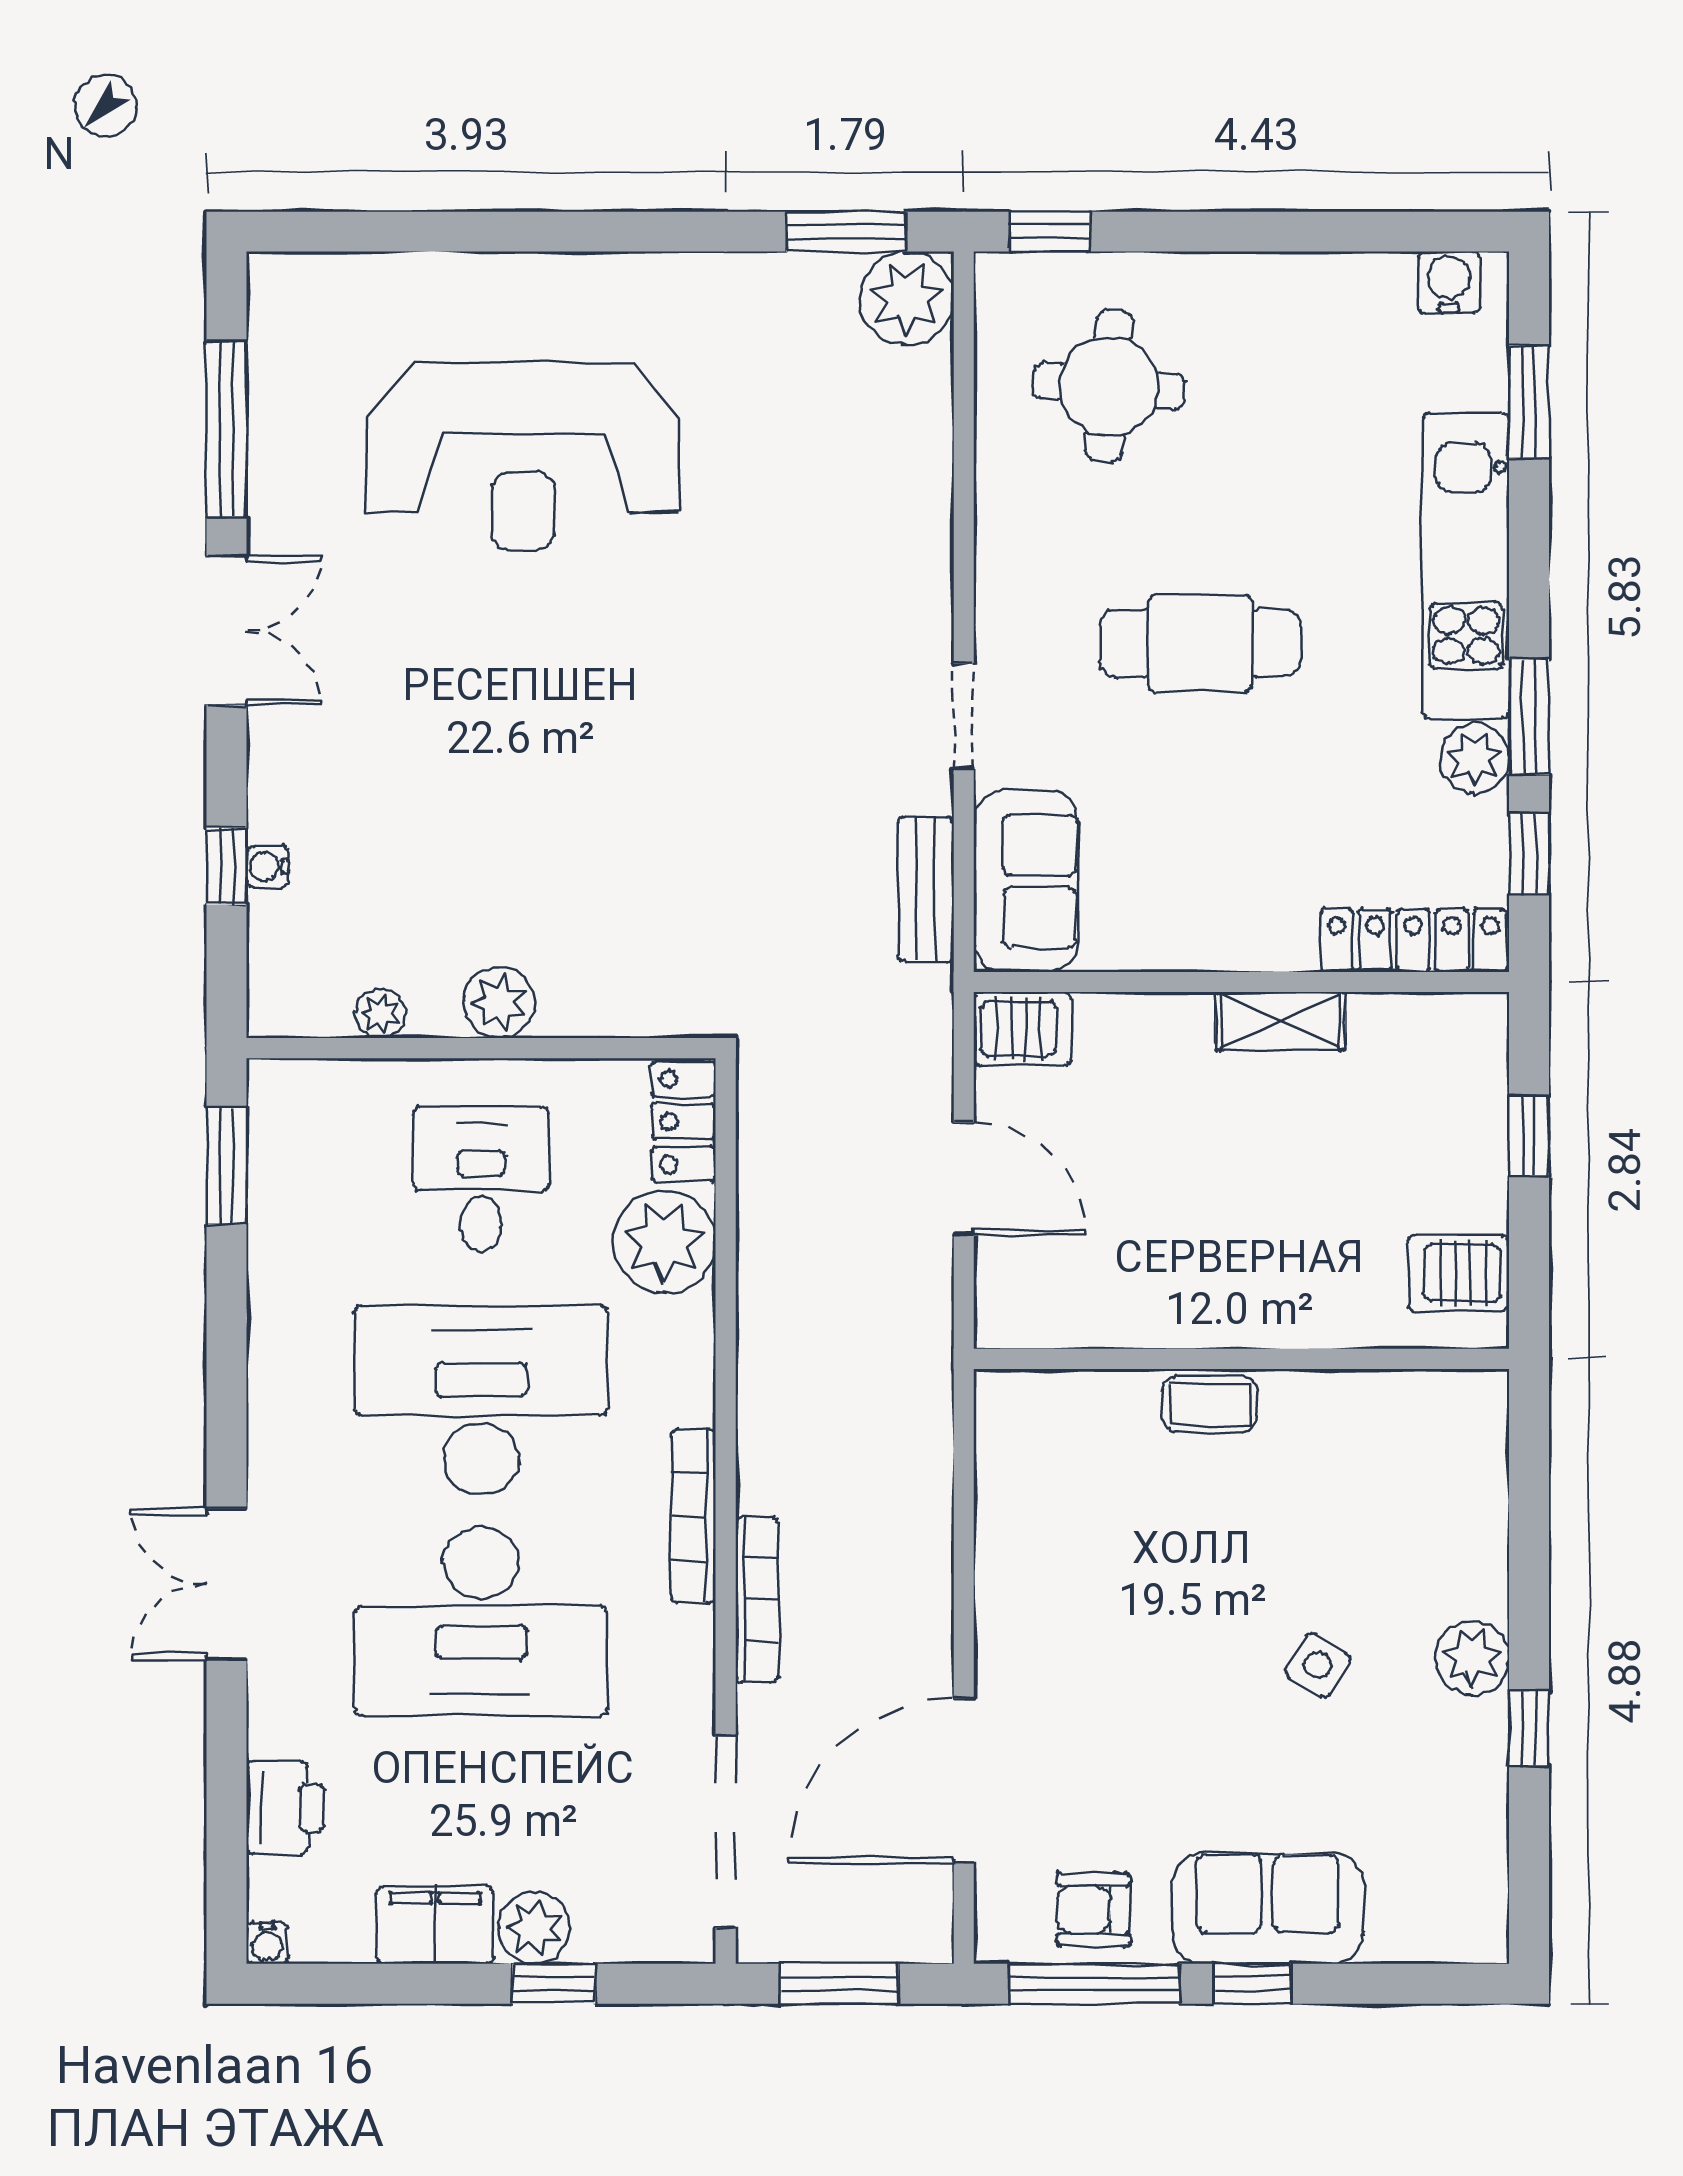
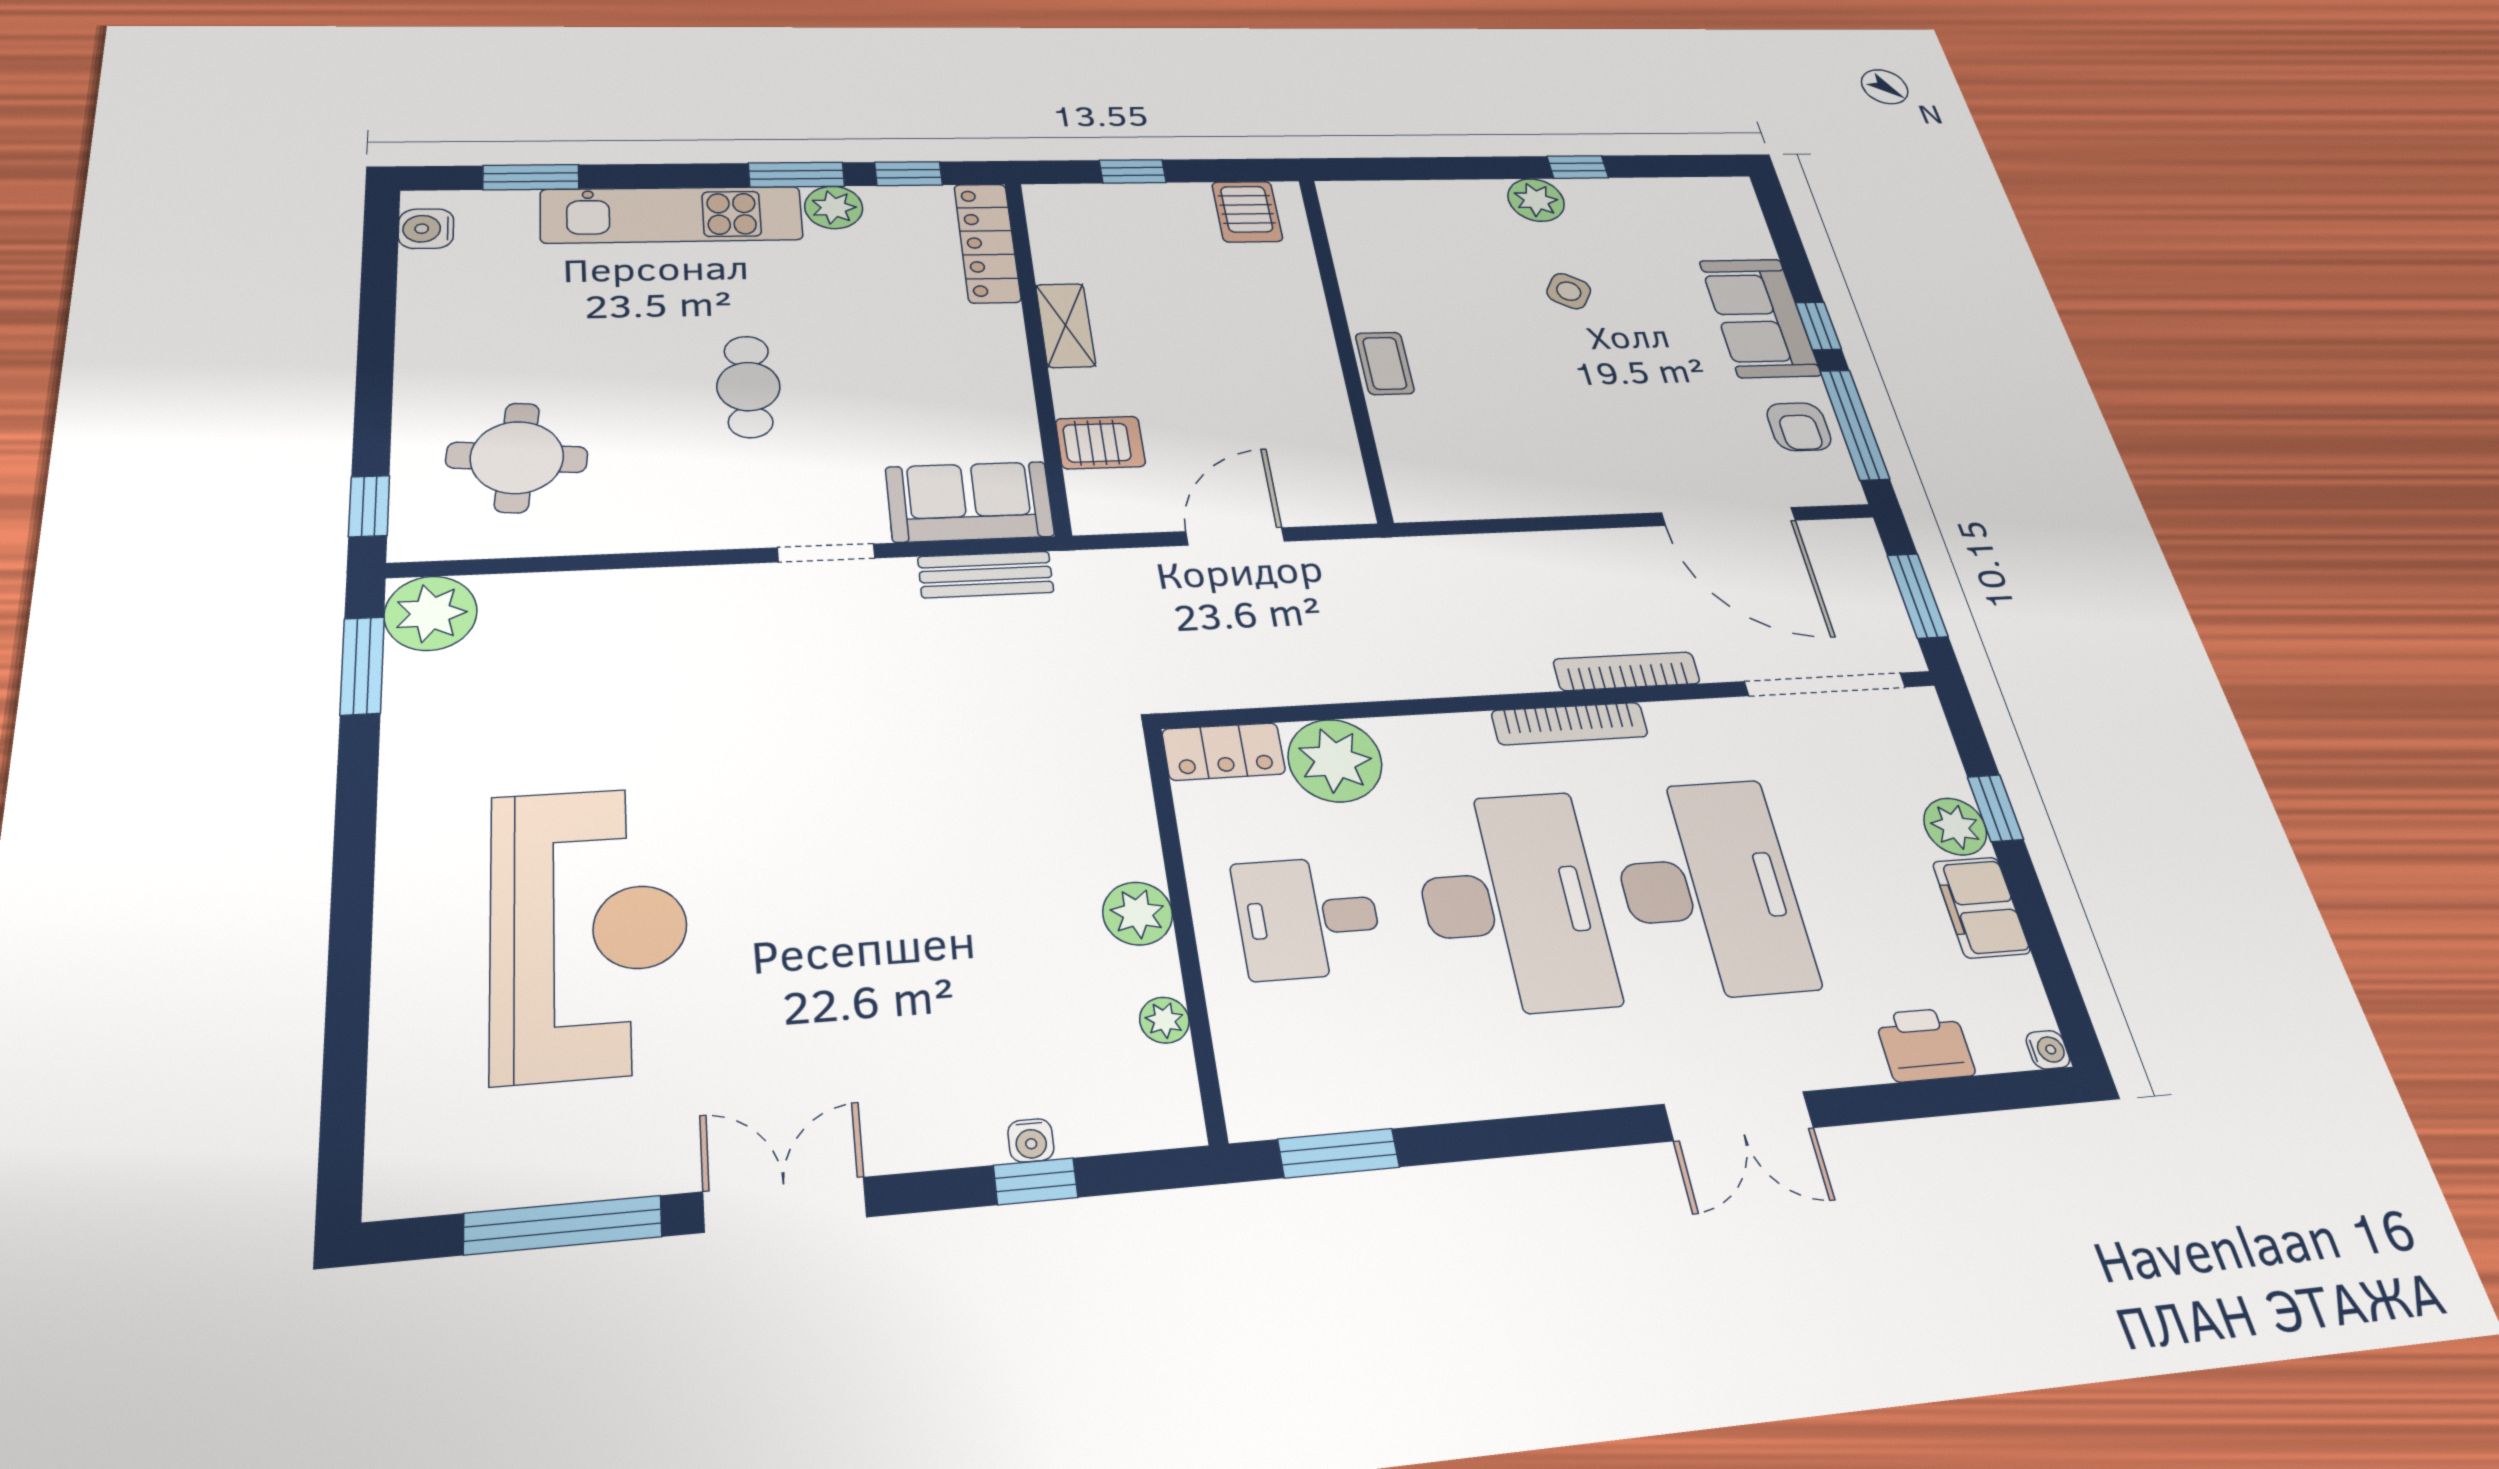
cafe table: (1200, 643) -> (748, 387), width x0.73, depth x0.74
server rack: (1022, 1029) -> (1100, 443), moved, turned 90
desk: (481, 1400) -> (1512, 903), turned 180

